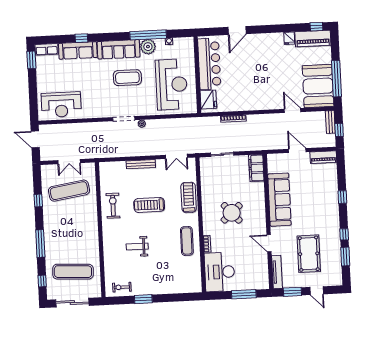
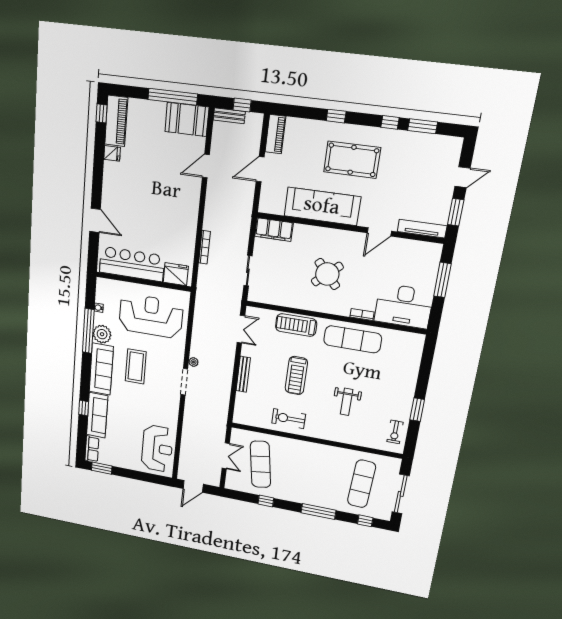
booth: (318, 86) -> (187, 119), width x0.73, depth x0.70
exercise mat: (187, 241) -> (353, 339), width x1.36, depth x1.45
pool table: (309, 254) -> (352, 160), moved

